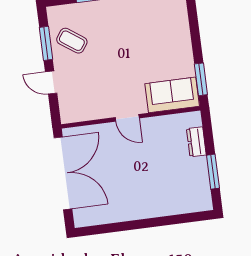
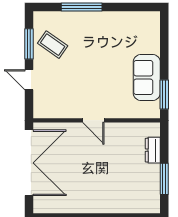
sofa: (172, 95) -> (147, 77), moved, turned -90

